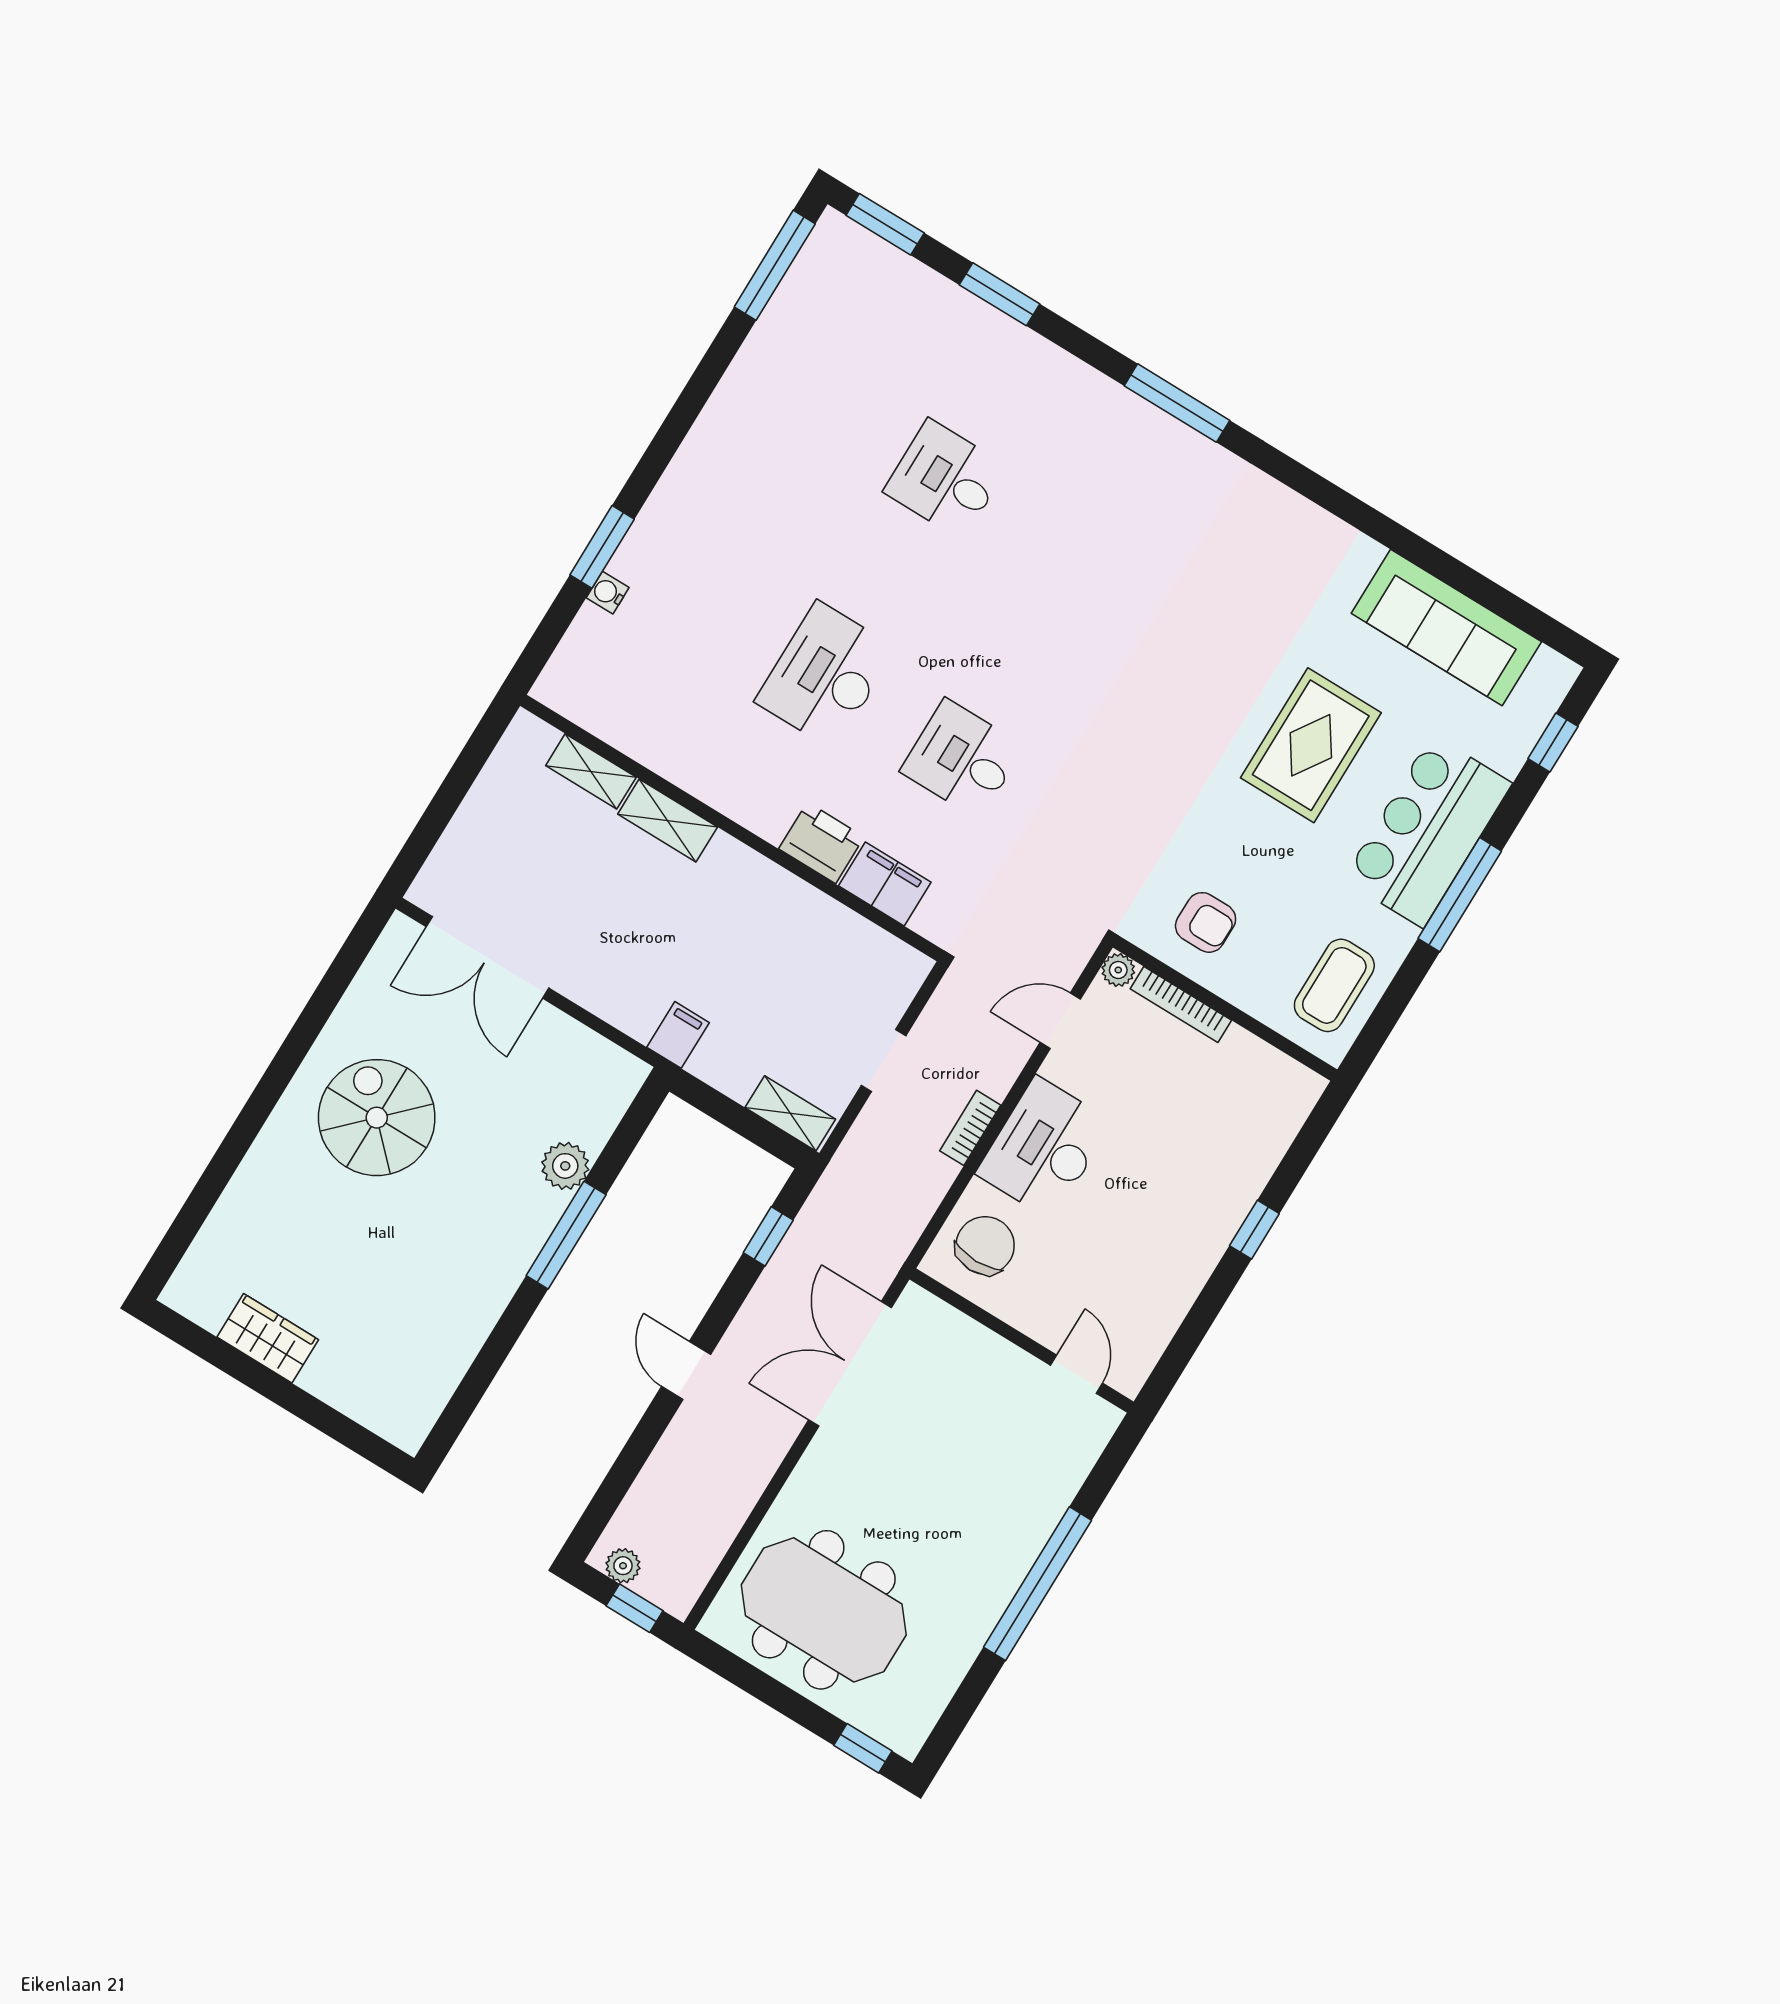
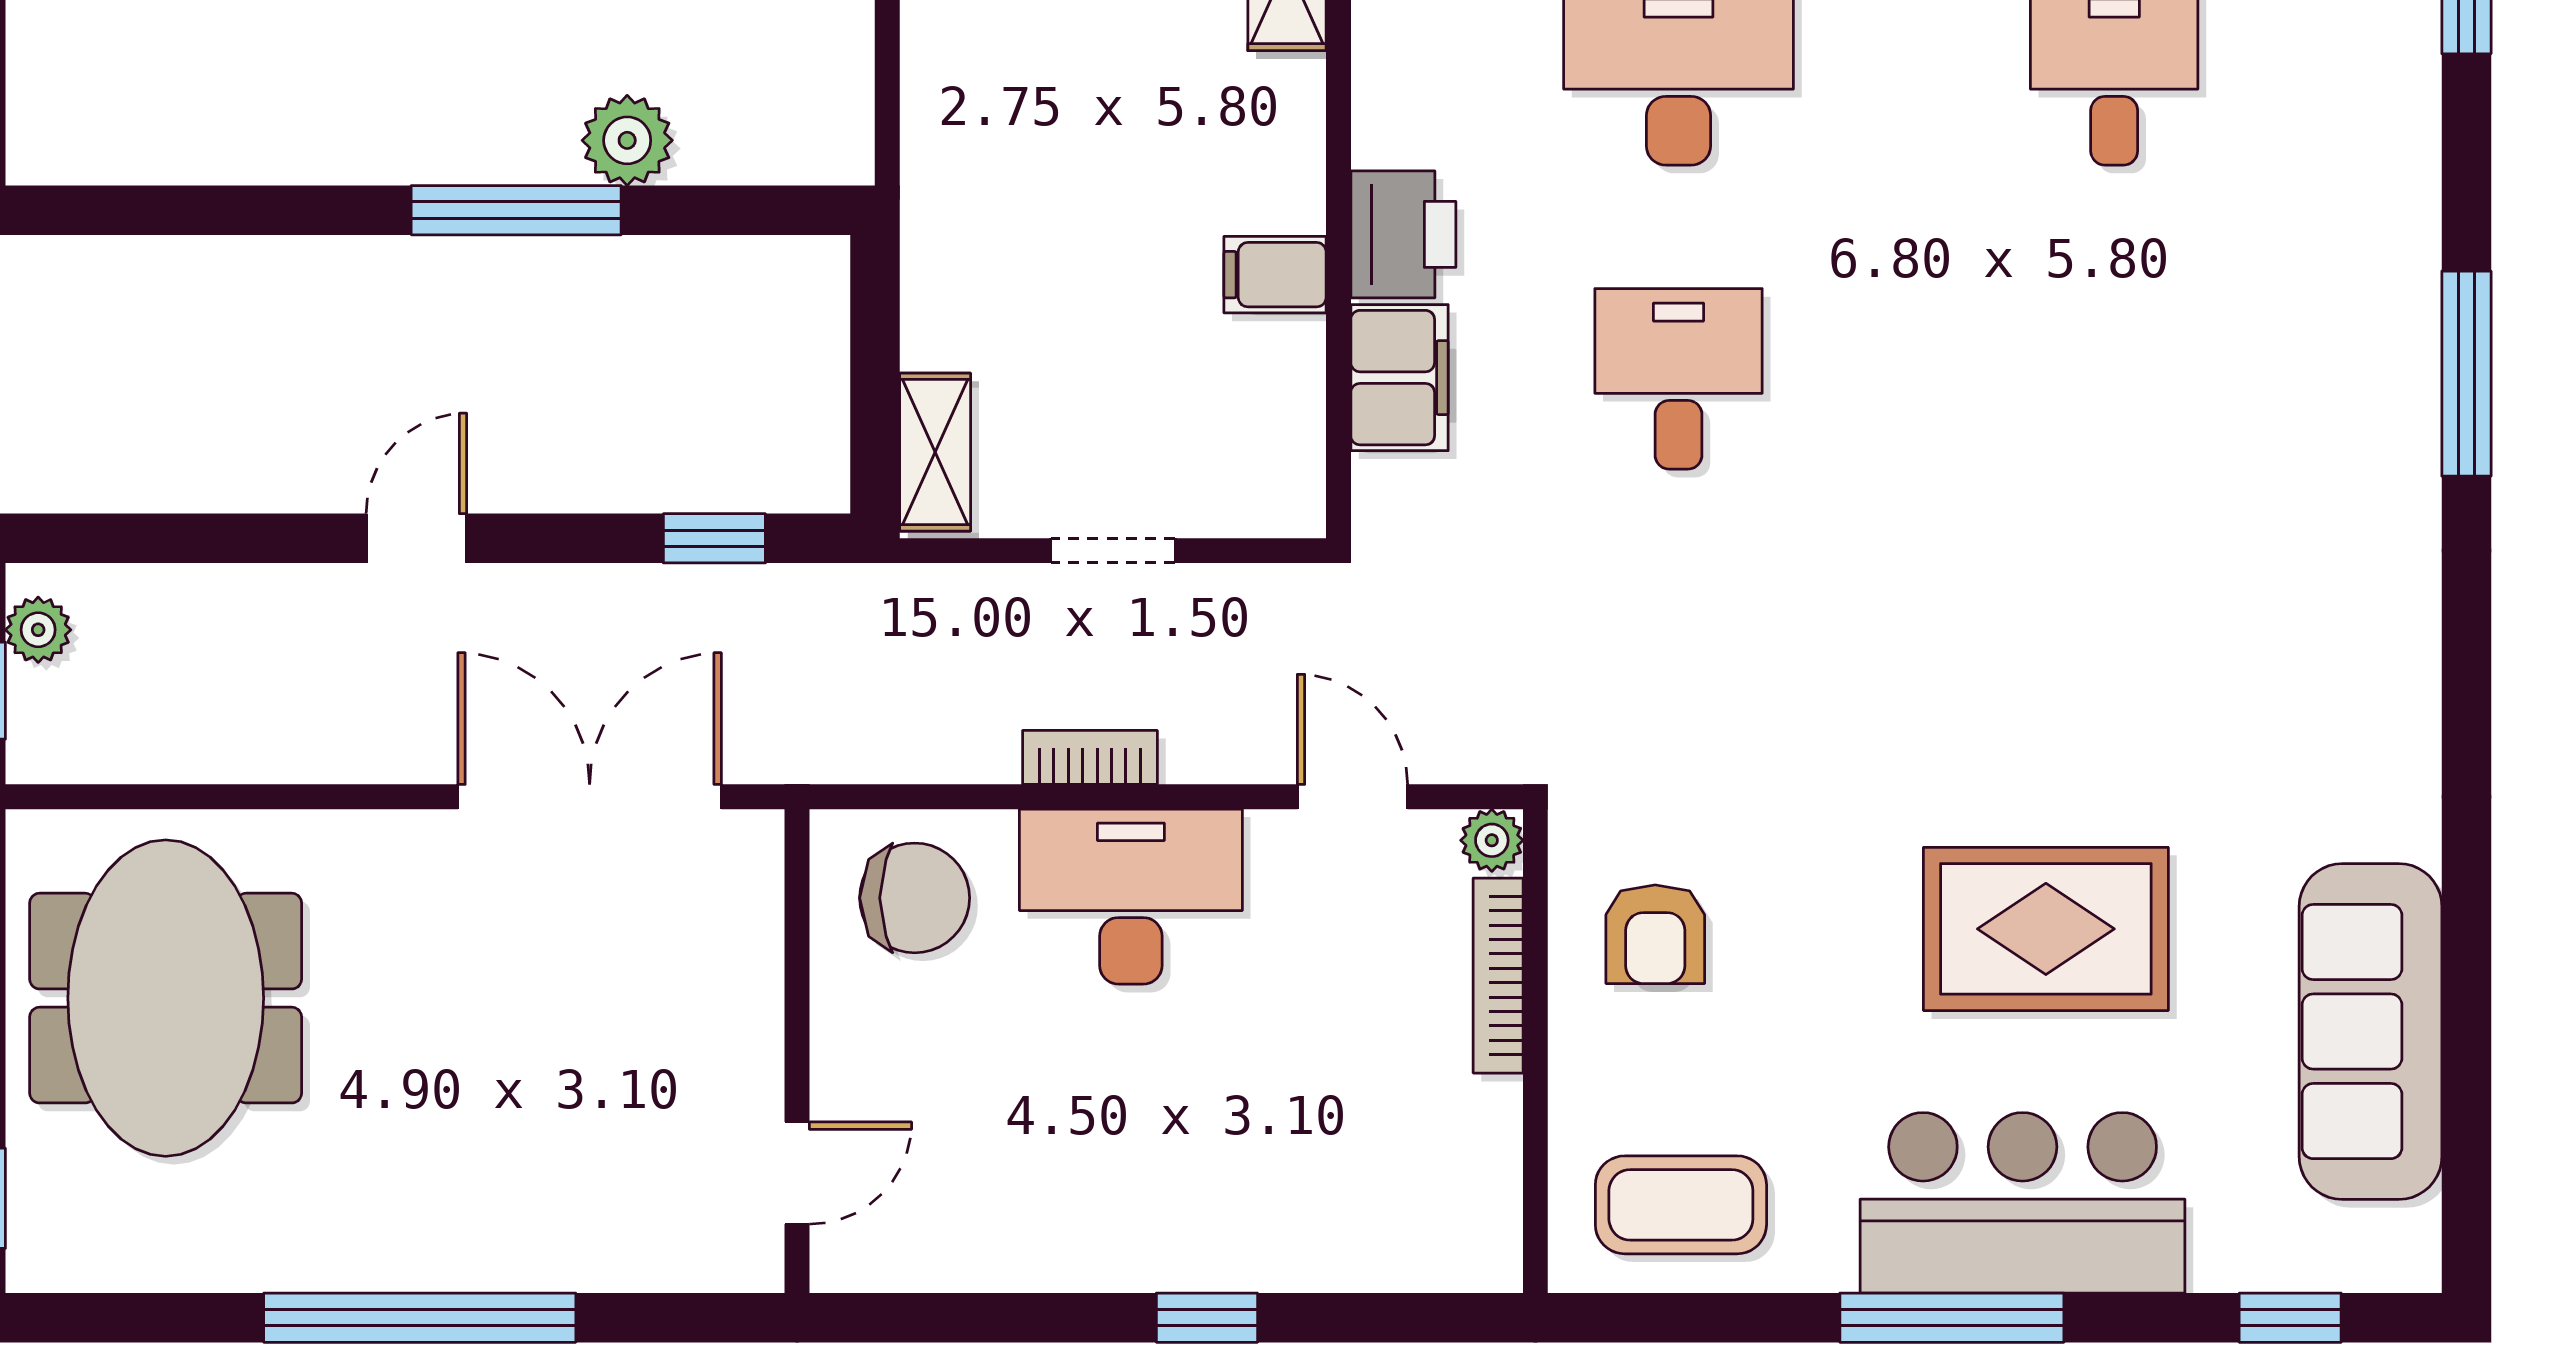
filing cabinet: (678, 1035) -> (1275, 275), moved, turned 180

